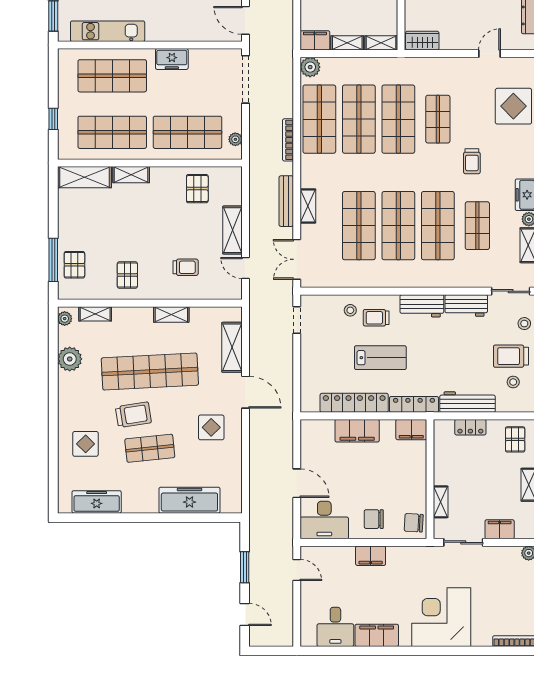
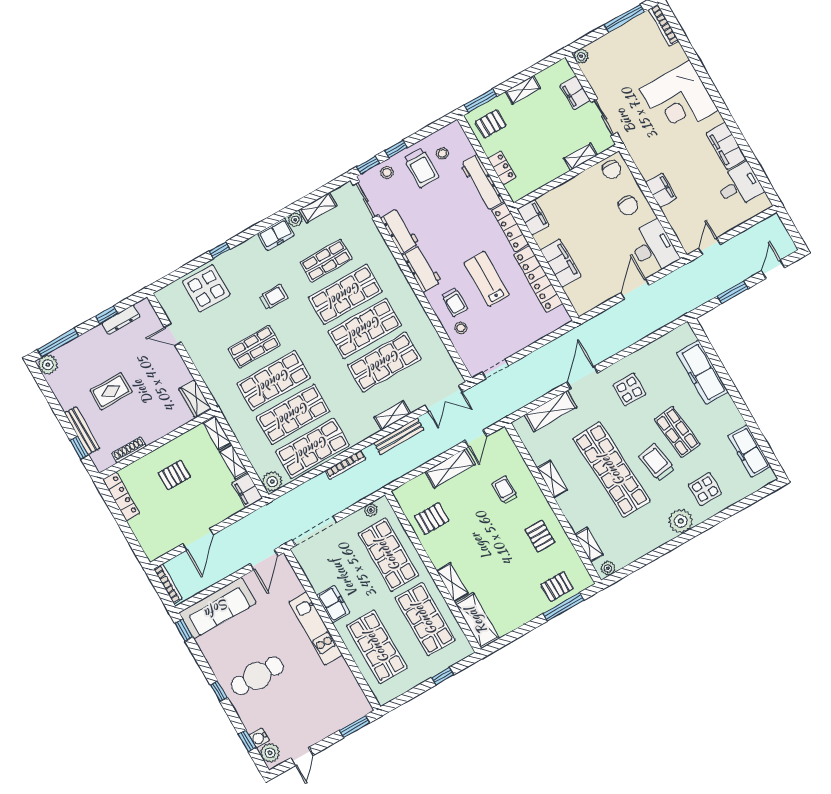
kitchen unit: (108, 31) -> (316, 628), moved
pallet: (127, 275) -> (540, 536), turned 90
plant: (70, 359) -> (681, 521), moved

